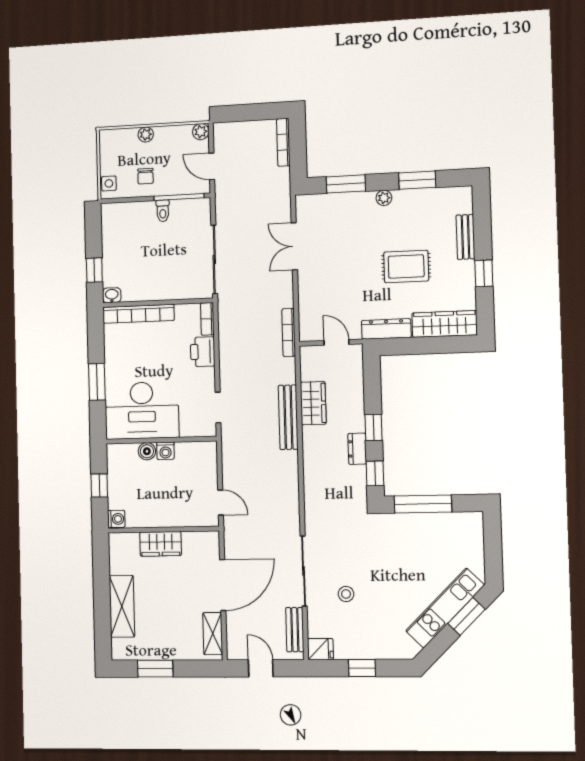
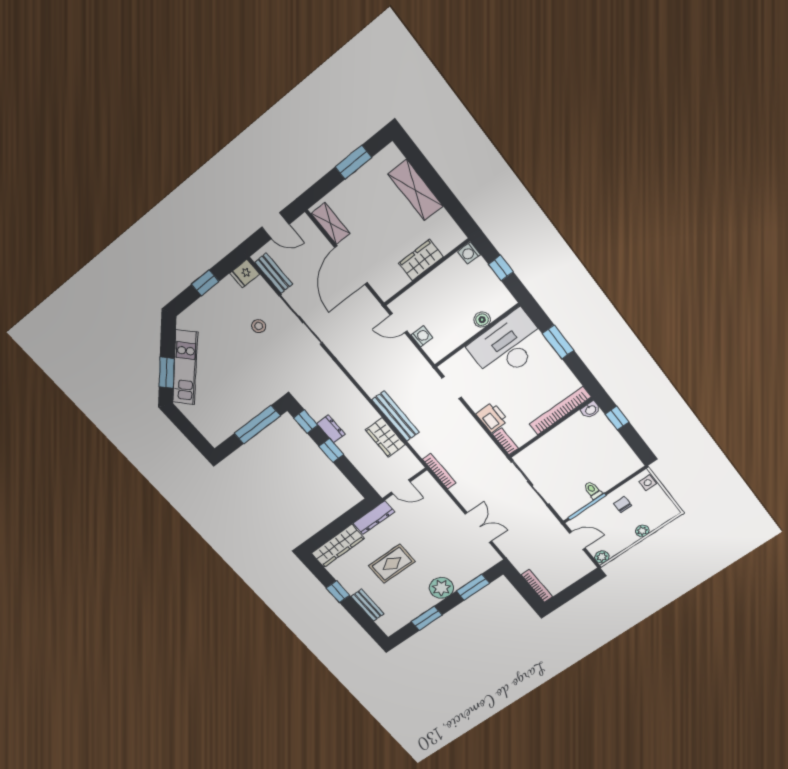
plant: (384, 198) -> (441, 588), width x1.88, depth x1.88
washing machine: (165, 451) -> (422, 336), moved, turned 90

